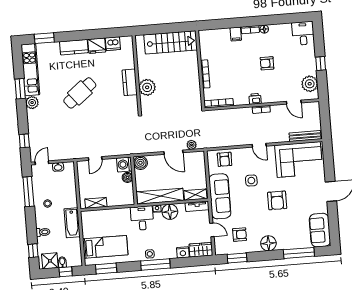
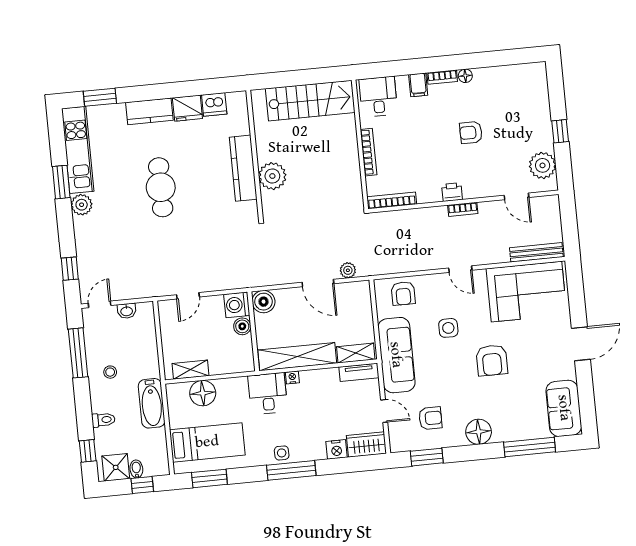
desk: (303, 33) -> (378, 97), moved
kitchen counter: (130, 82) -> (243, 168), width x1.50
cafe table: (80, 93) -> (161, 187), turned -52
floor lamp: (170, 212) -> (203, 393), moved

